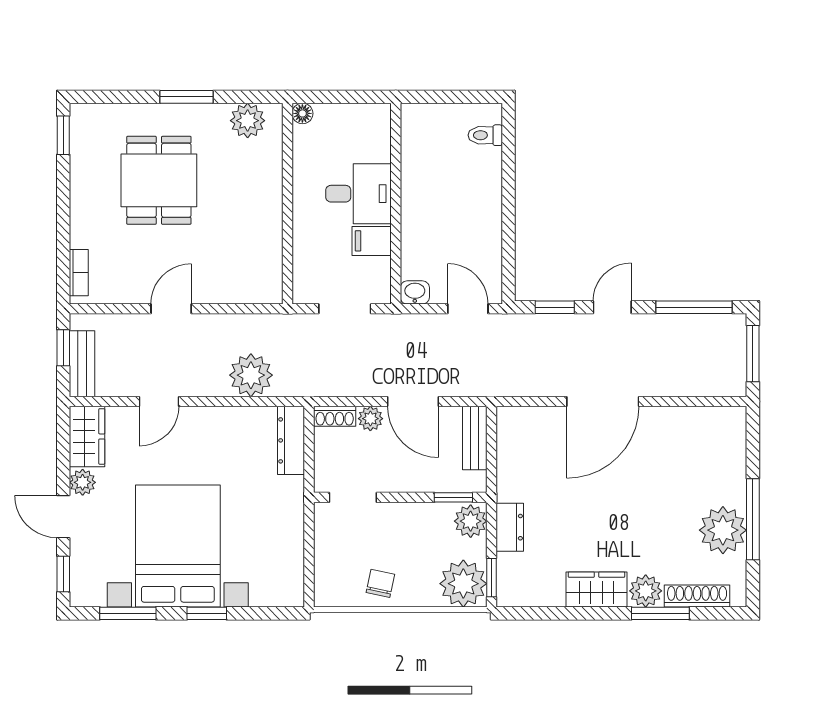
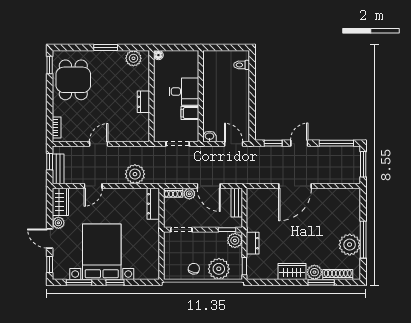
dining table: (159, 180) -> (73, 80), moved
dresser: (269, 216) -> (143, 102), added
plant: (463, 584) -> (219, 269), moved

